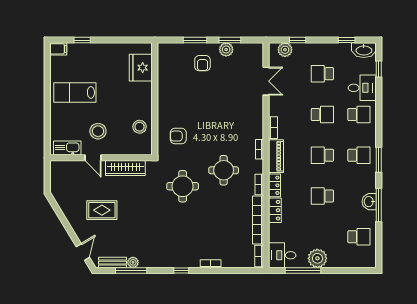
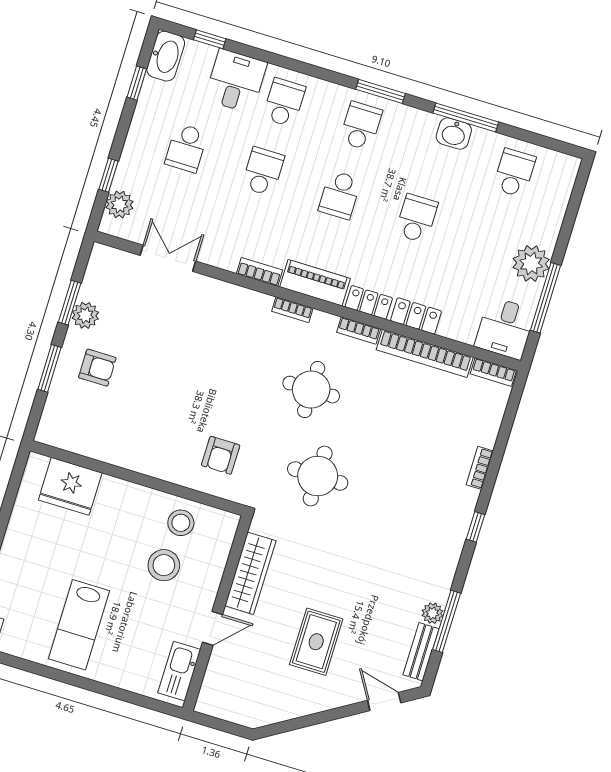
stool: (98, 131) -> (164, 565), moved
school desk: (322, 196) -> (417, 218), turned 180

